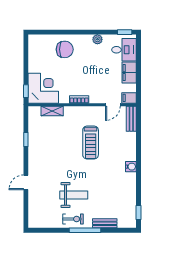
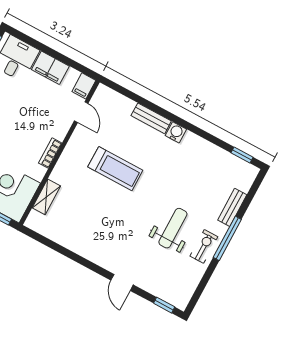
bench: (131, 119) -> (151, 118), moved
window: (26, 139) -> (164, 305), moved

